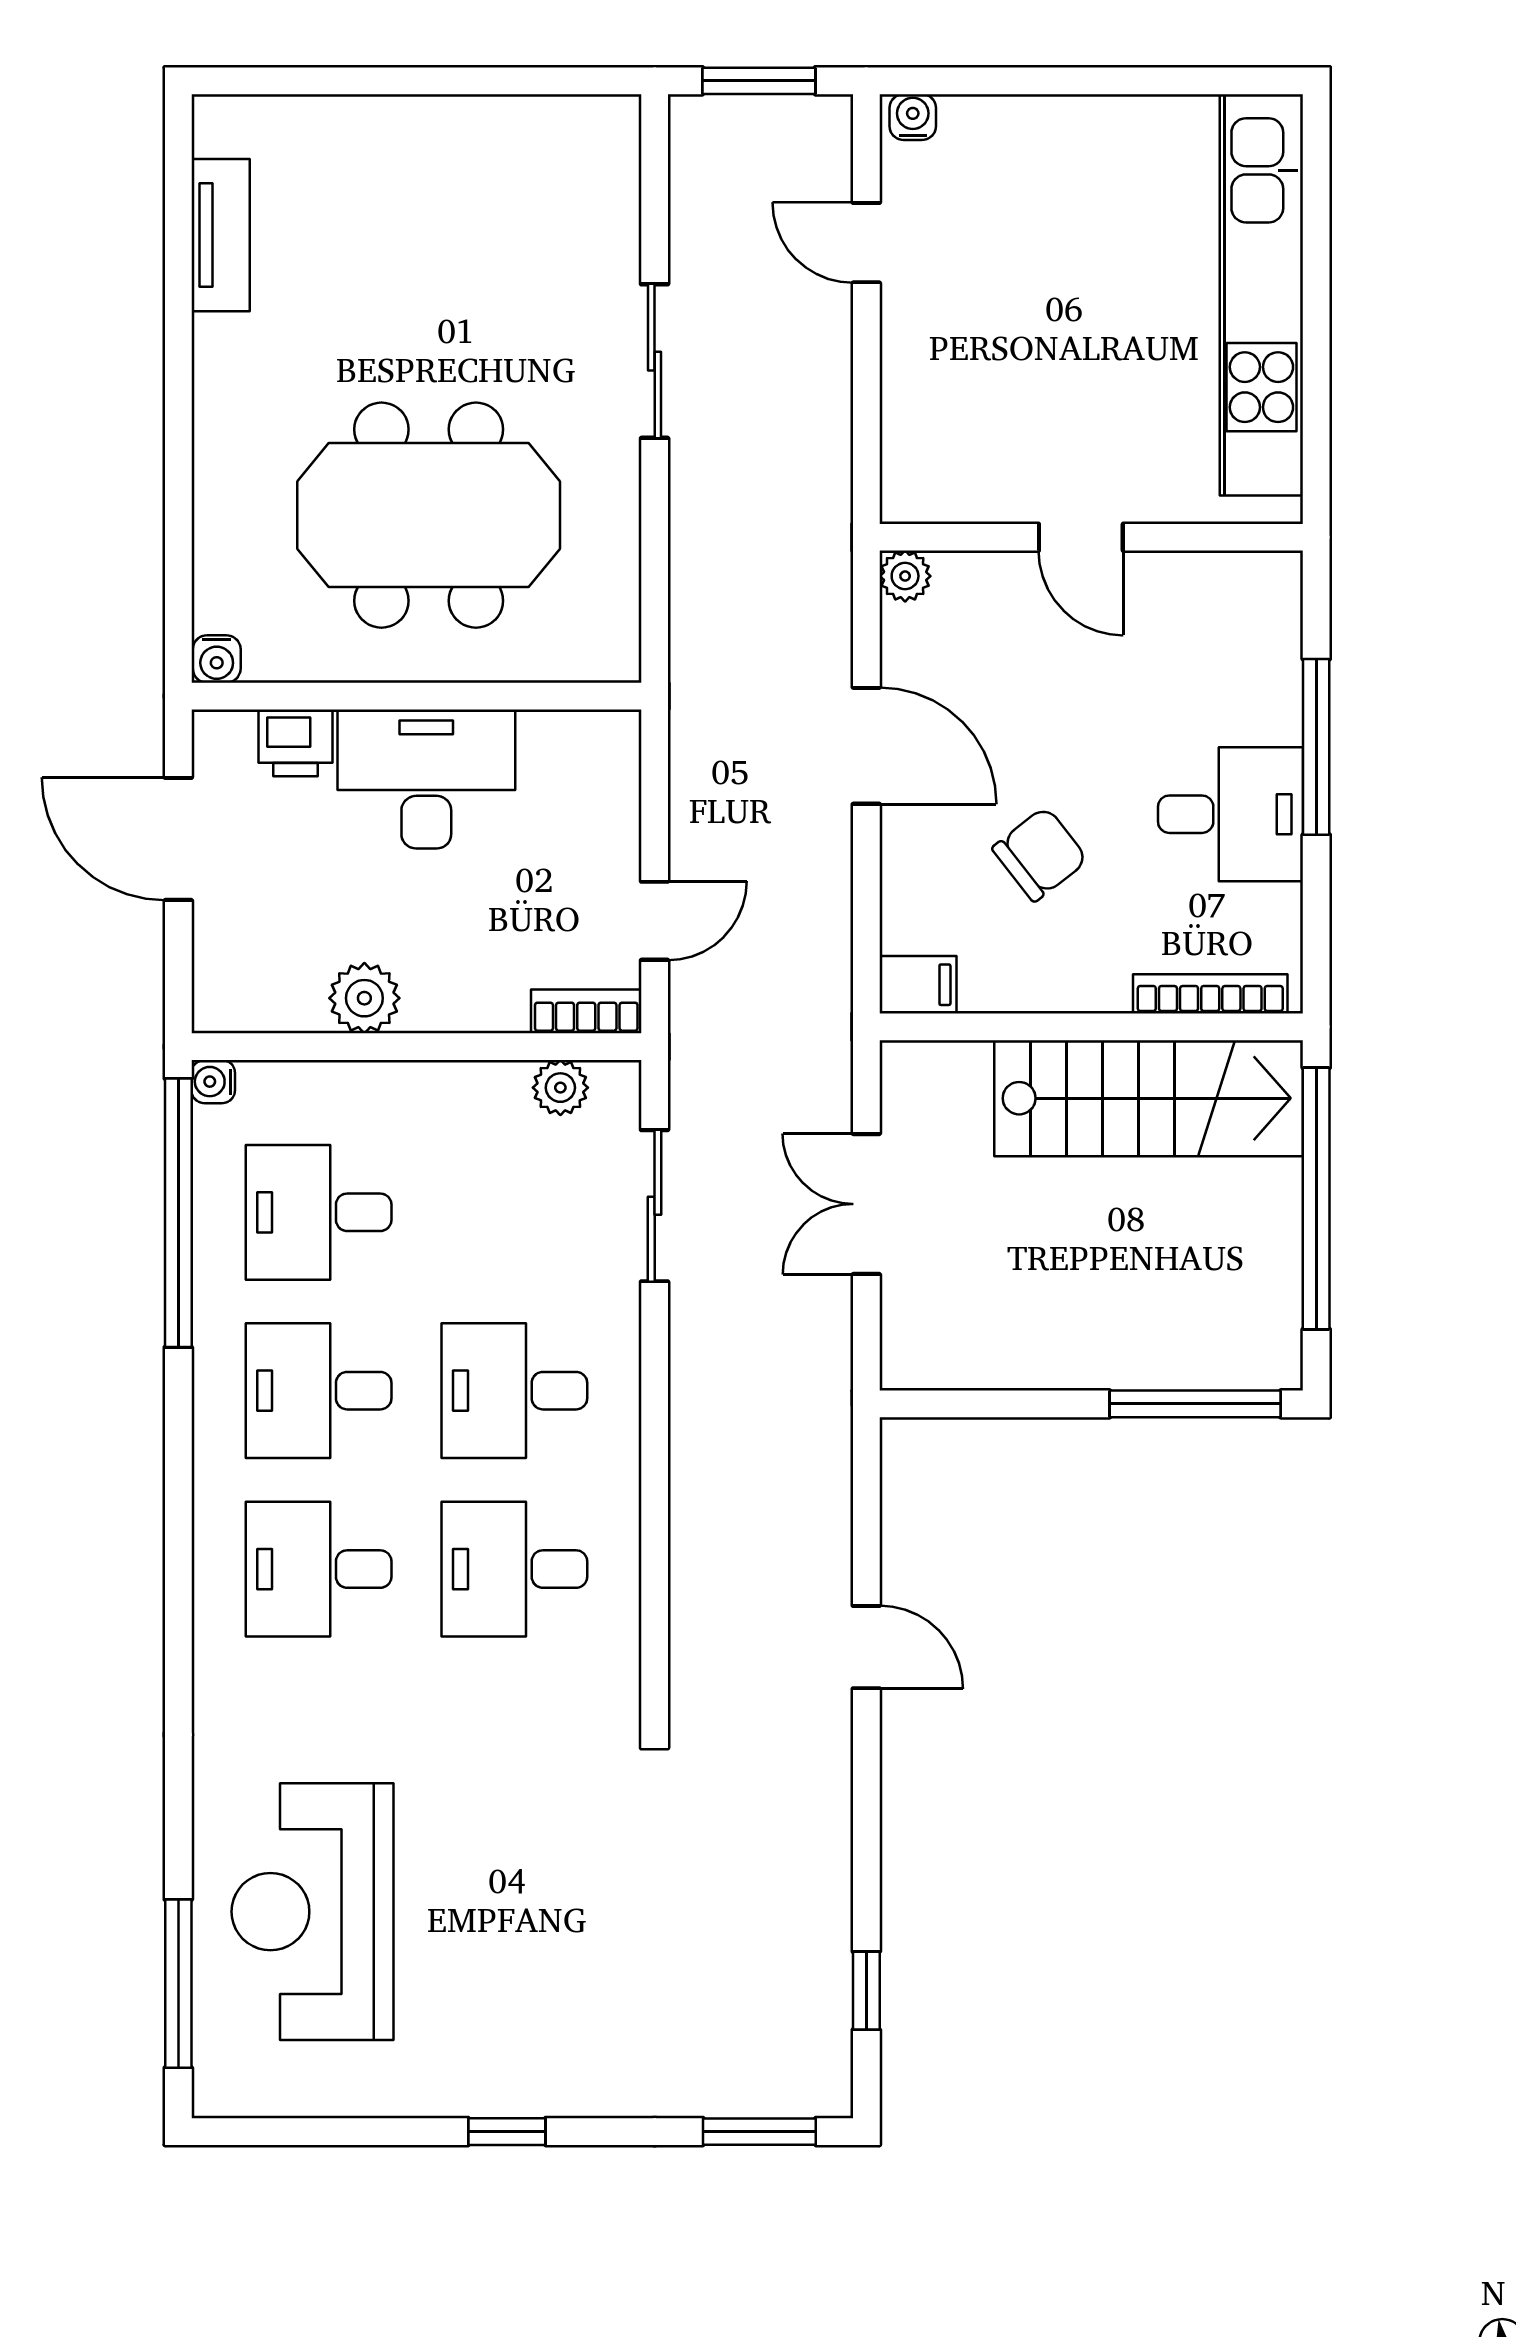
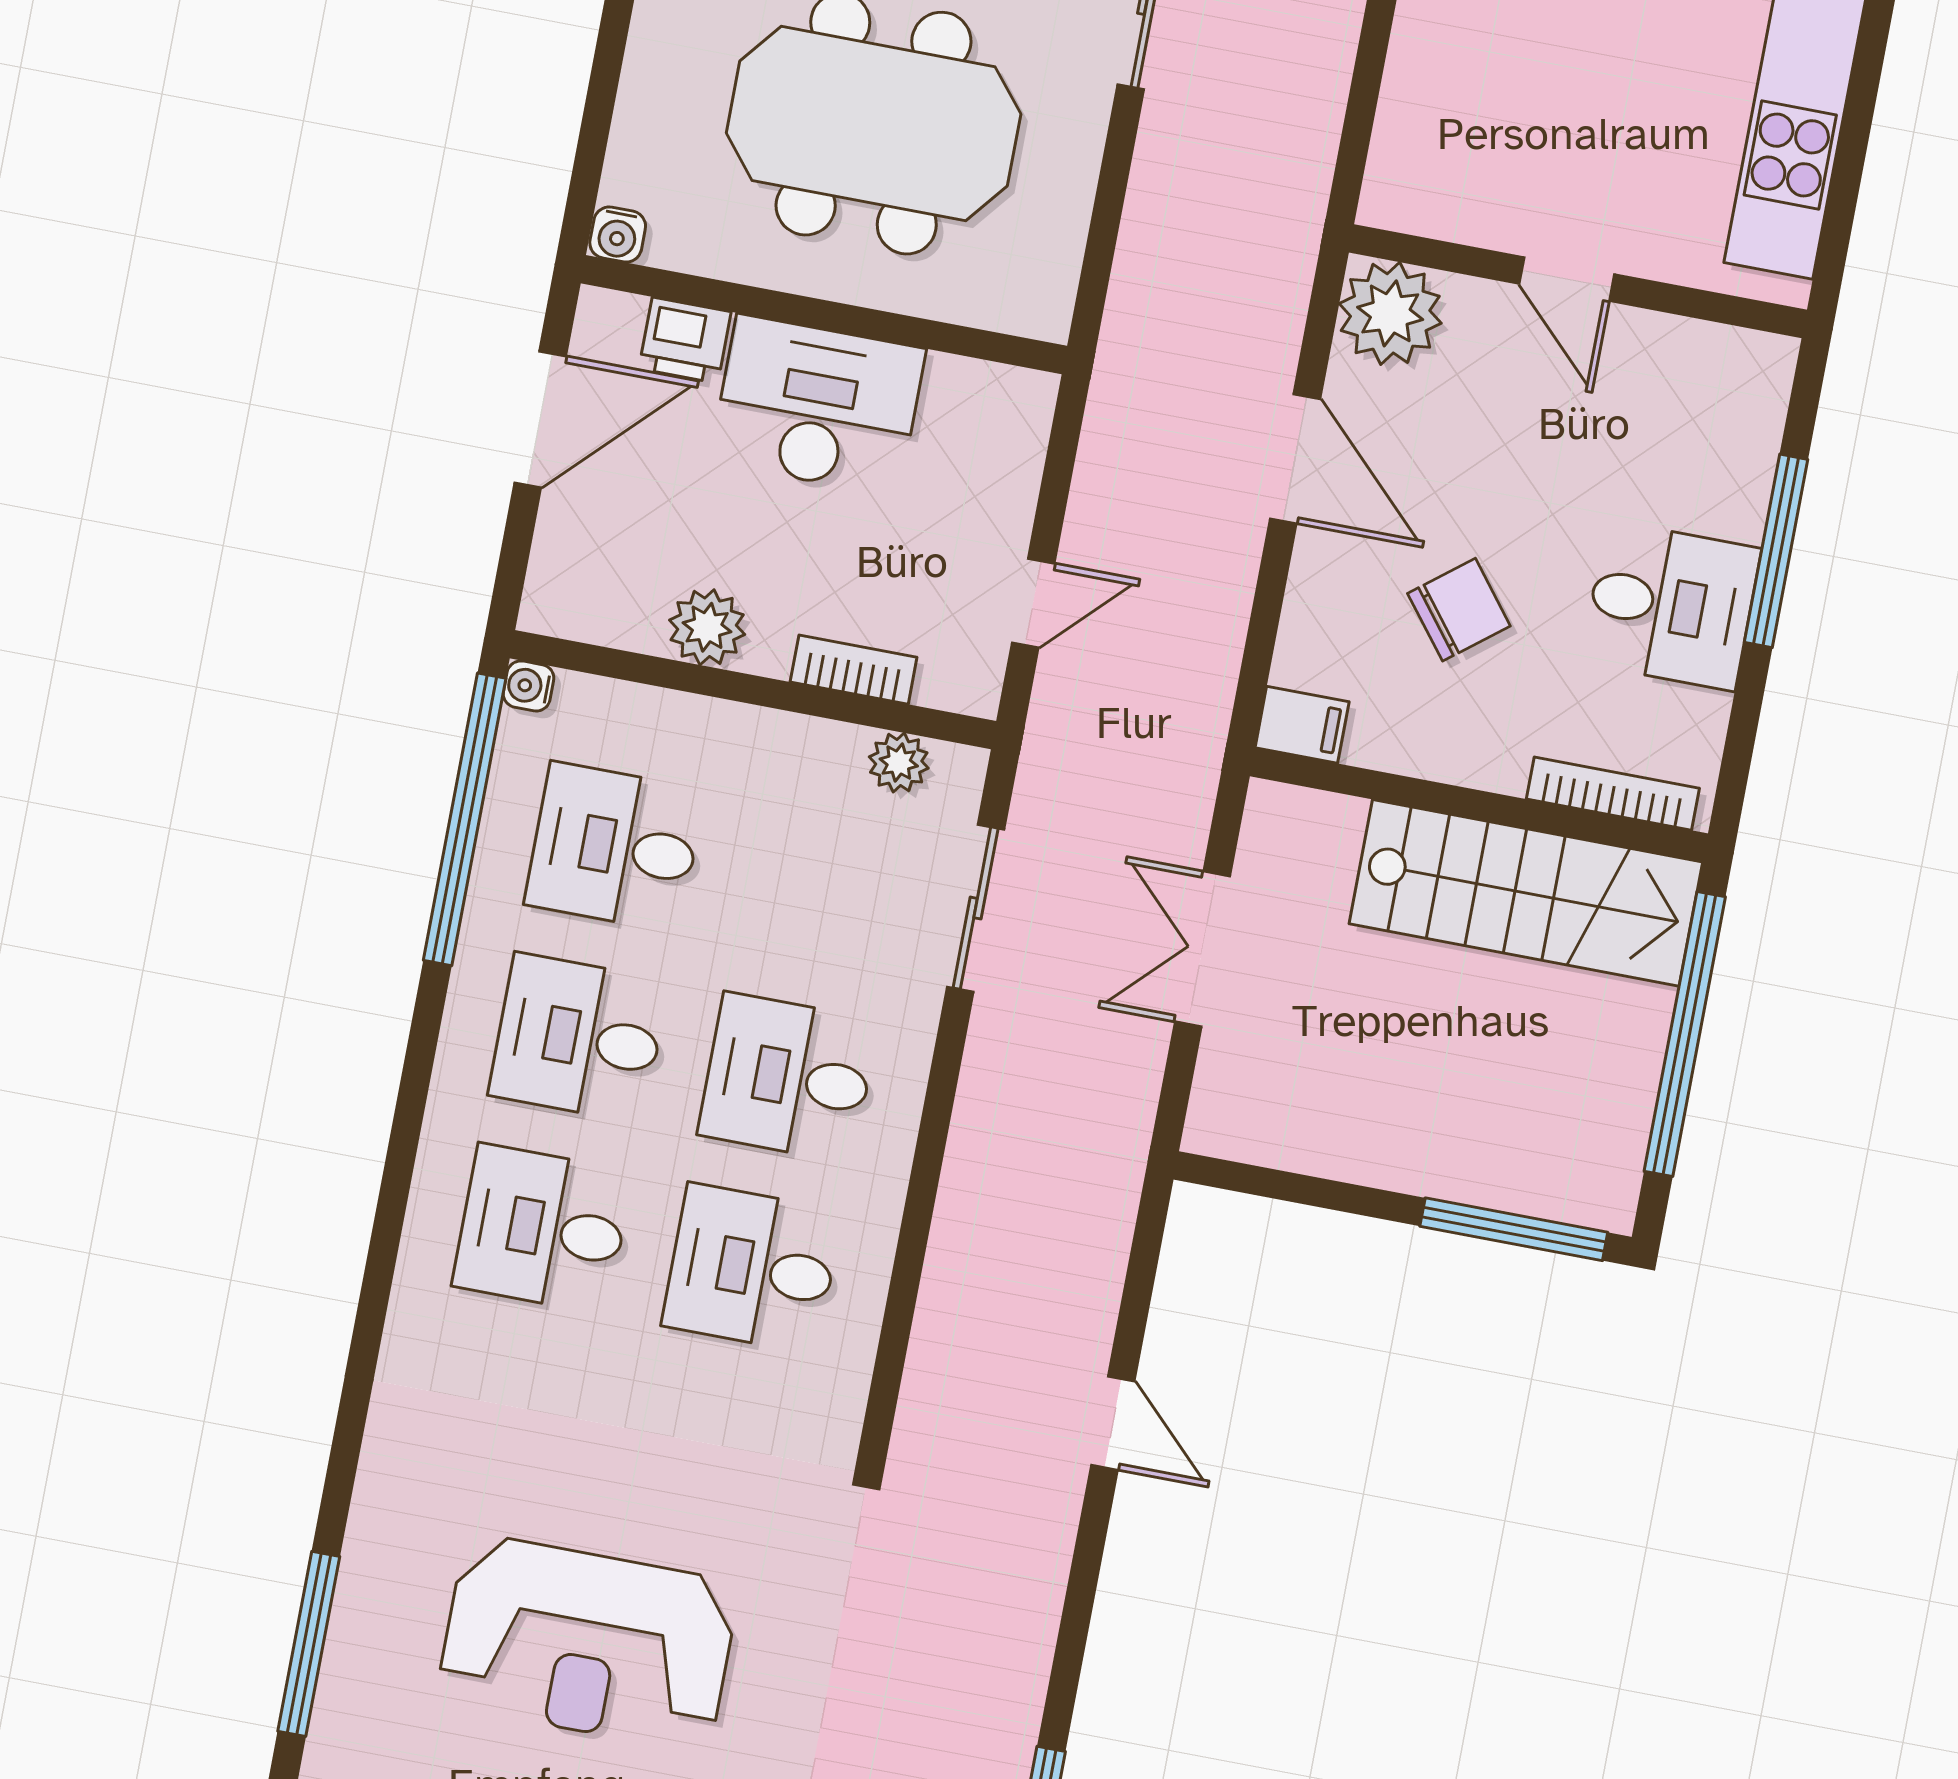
plant: (905, 576) -> (1390, 313), width x1.87, depth x1.87
door: (178, 839) -> (540, 419), swing flipped
bookcase: (586, 1011) -> (854, 670), moved
reception desk: (312, 1912) -> (588, 1643), moved, turned -90

